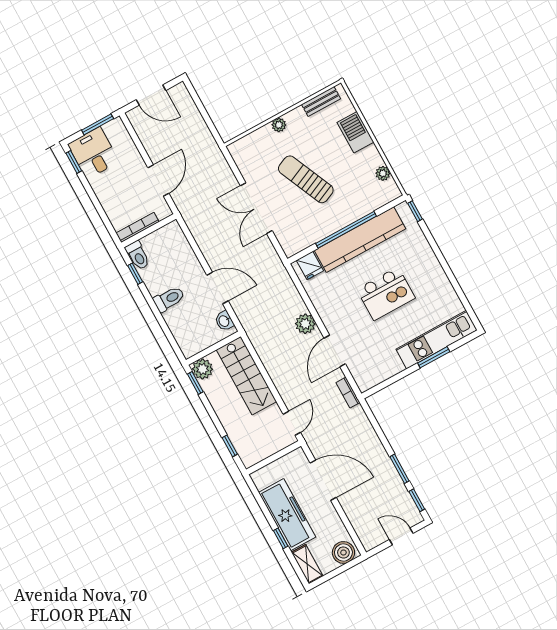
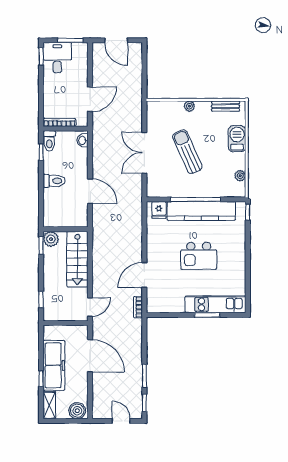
washbasin: (224, 321) -> (83, 140), moved
plant: (305, 324) -> (135, 247), removed

